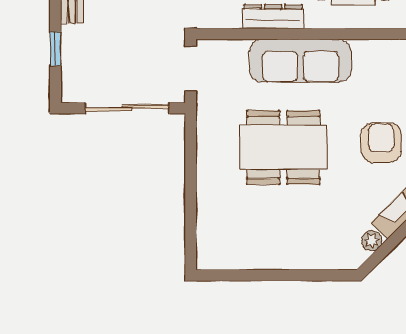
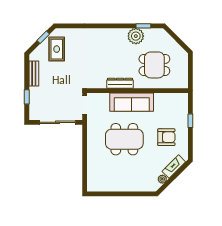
armchair: (381, 143) -> (166, 137), turned 90

